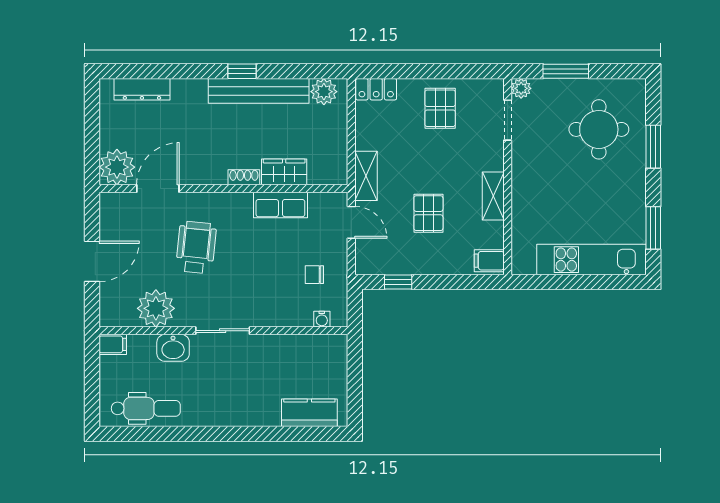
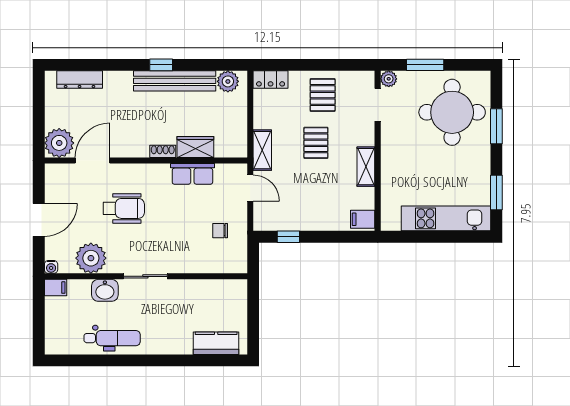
round table: (599, 129) -> (452, 112), width x1.36, depth x1.36
pallet: (428, 213) -> (316, 143), moved
wheelchair: (196, 247) -> (124, 208), turned 84
water cooler: (322, 319) -> (51, 267), moved
dental chair: (146, 408) -> (112, 338), moved

